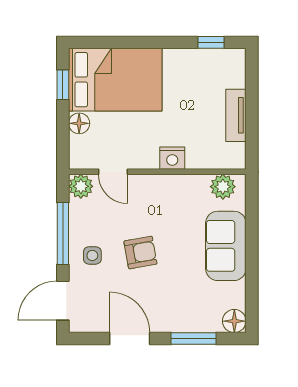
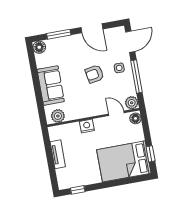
floor lamp: (79, 123) -> (135, 118), moved

